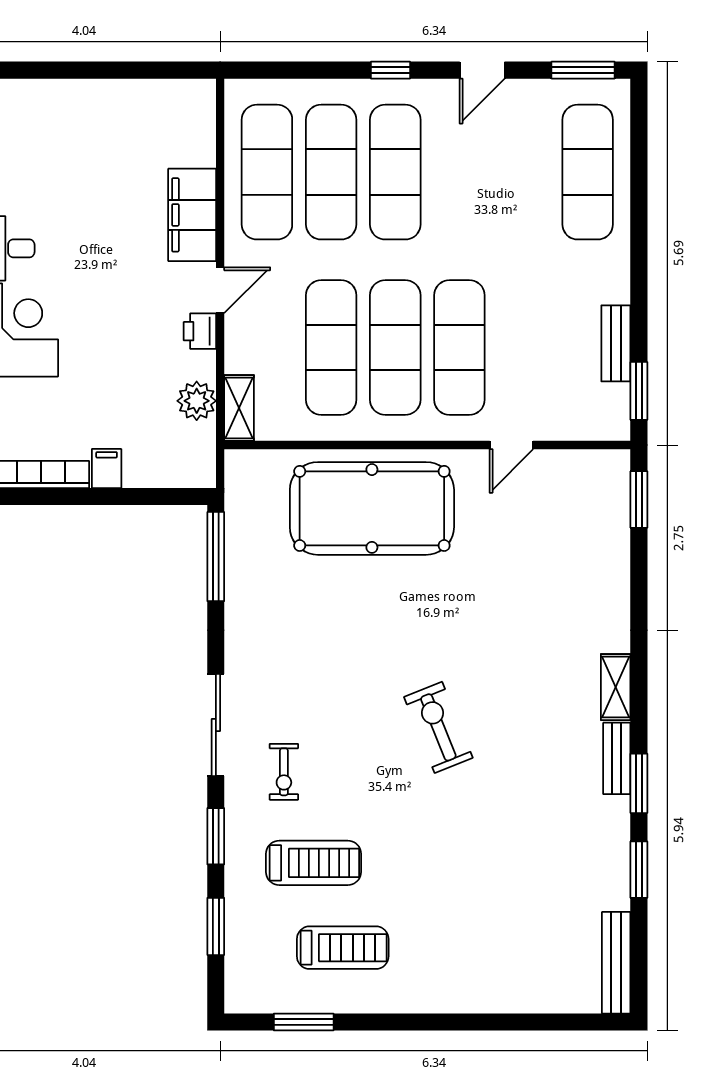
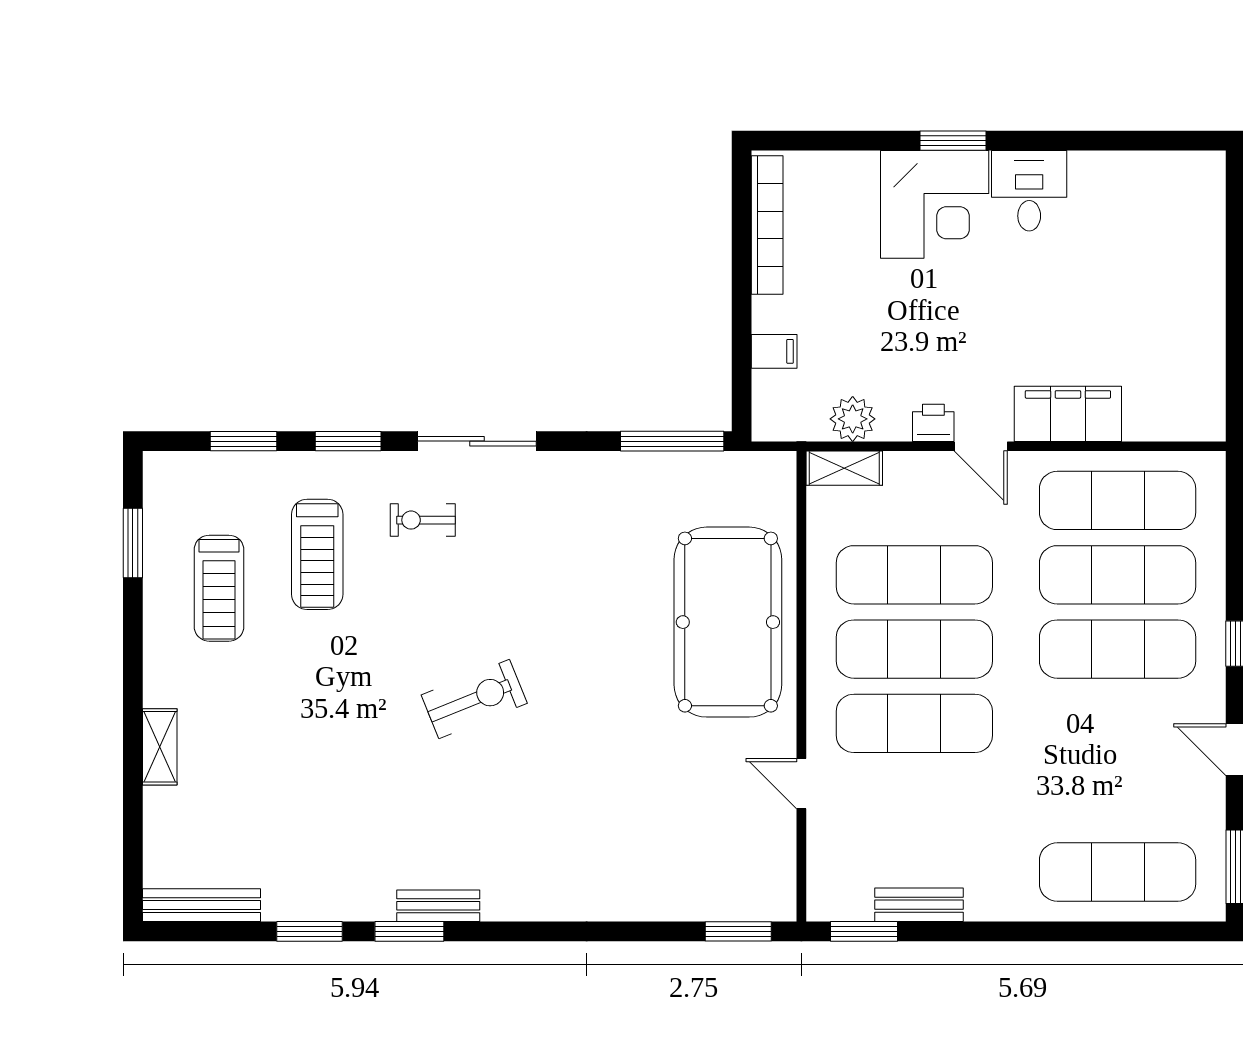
filing cabinet: (107, 469) -> (774, 351), moved
shelving: (616, 687) -> (160, 747), moved, turned 90

